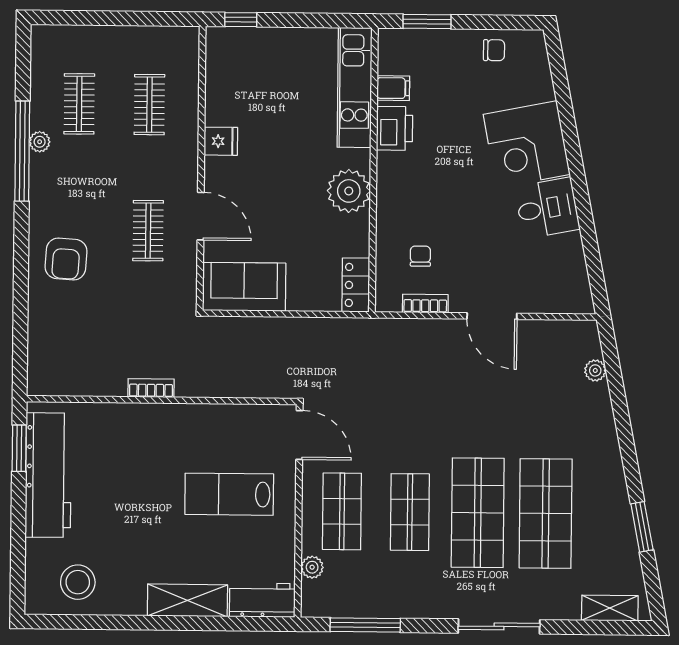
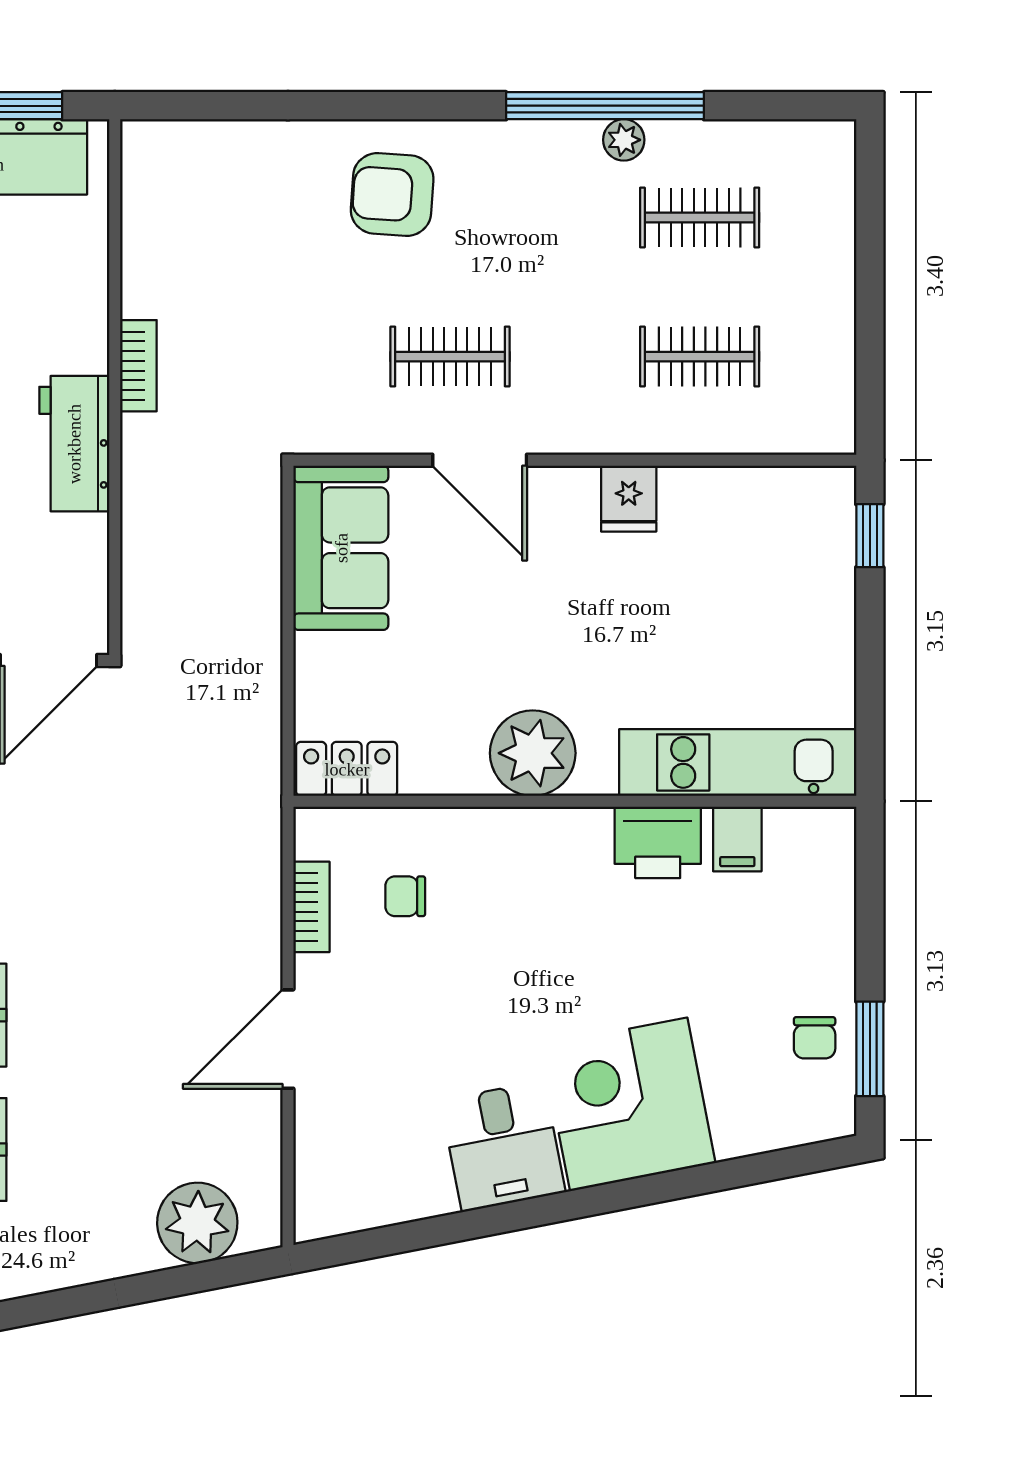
window: (427, 22) -> (870, 1049), moved
door: (201, 216) -> (480, 460), hinge flipped
chair: (420, 256) -> (405, 896), turned 180
plant: (595, 370) -> (197, 1223), width x1.88, depth x1.88
workbench: (190, 421) -> (74, 444), added

